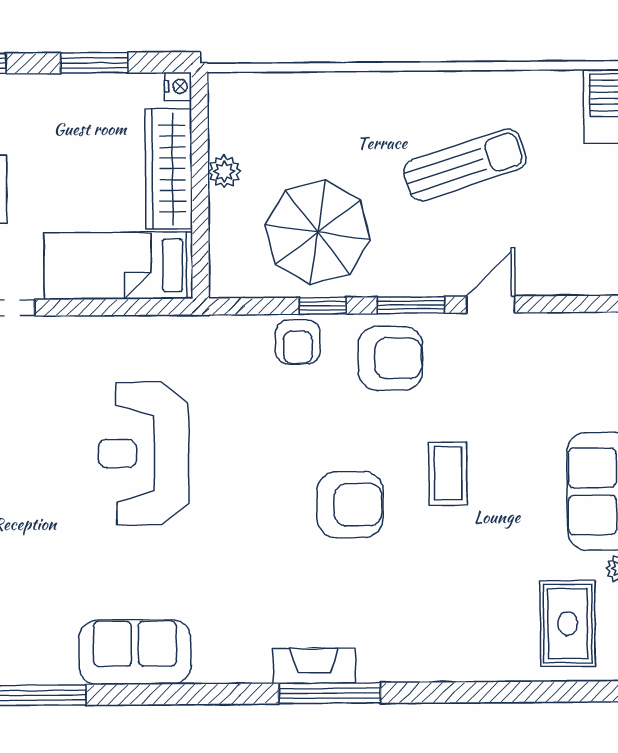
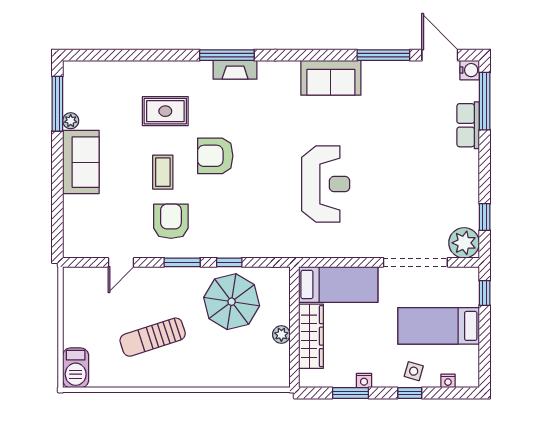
nightstand: (178, 86) -> (364, 381), moved, turned -90
door: (491, 305) -> (121, 262), moved
armchair: (298, 342) -> (243, 243), removed
armchair: (390, 358) -> (171, 221), moved, turned 90
rug: (568, 624) -> (165, 111), moved, turned 90

